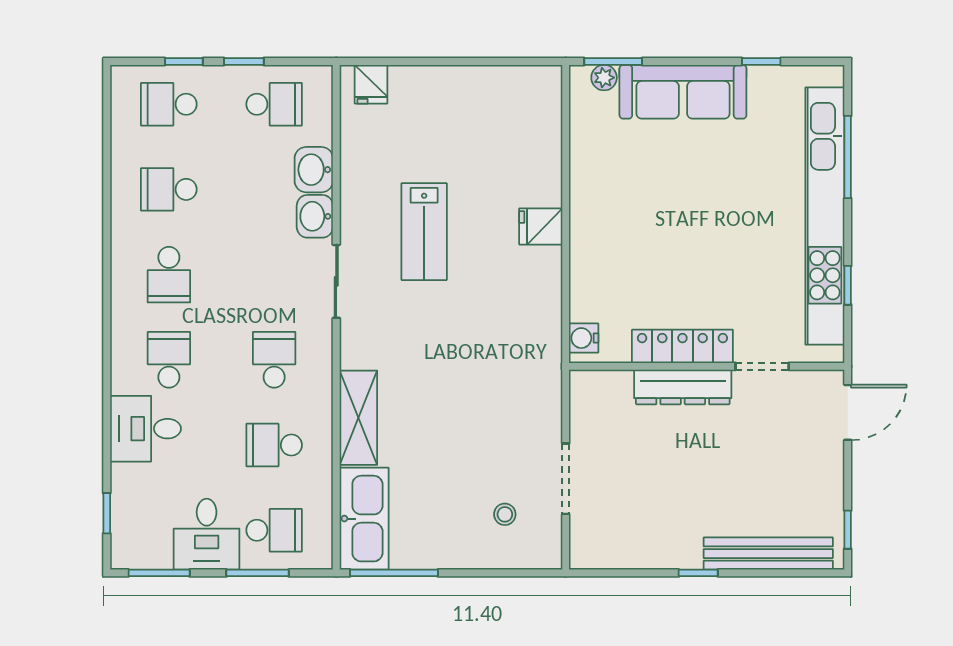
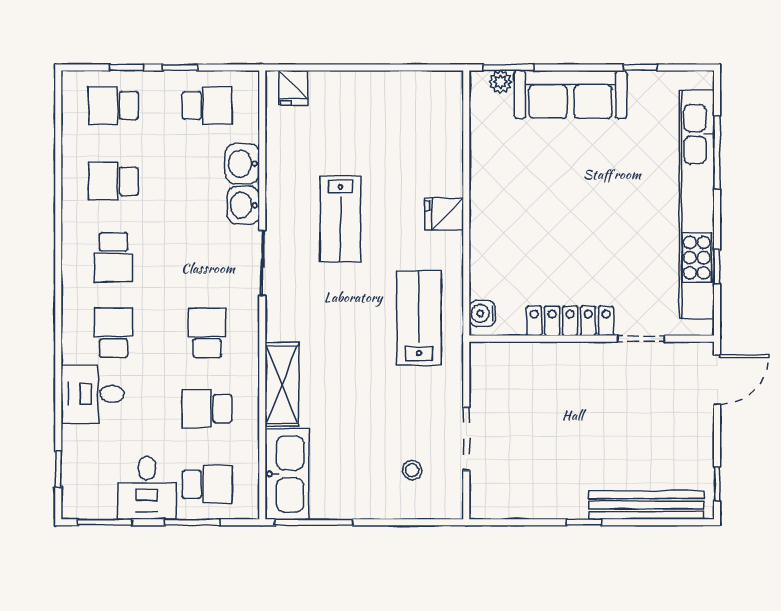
lab bench: (512, 343) -> (419, 318), added
dresser: (683, 387) -> (570, 357), removed

